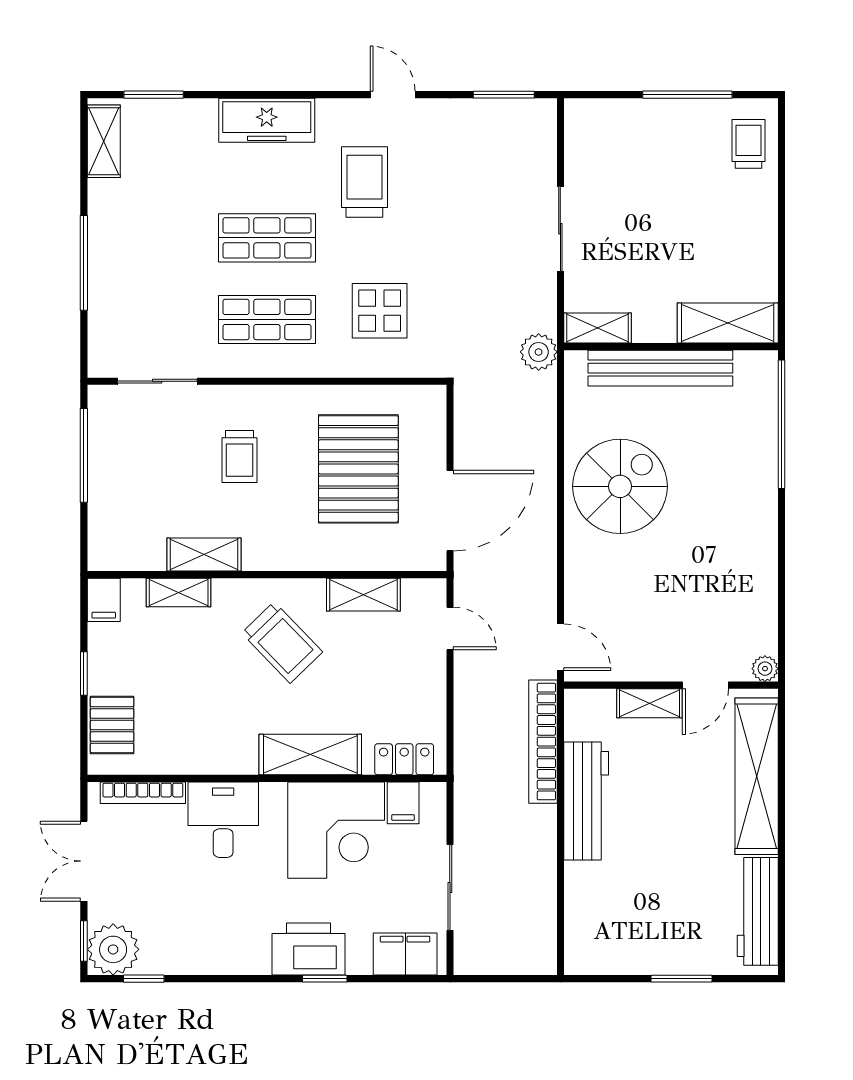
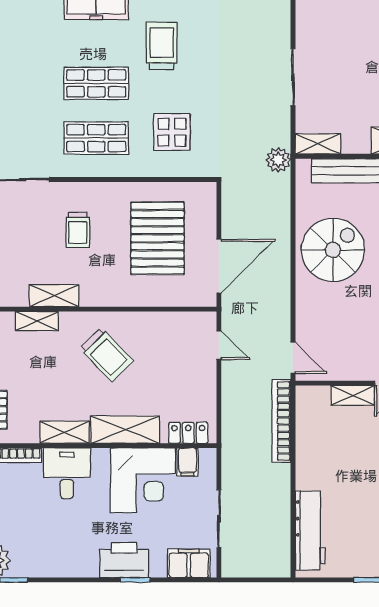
shelving: (363, 595) -> (65, 432), moved
workbench: (586, 801) -> (310, 530), moved

